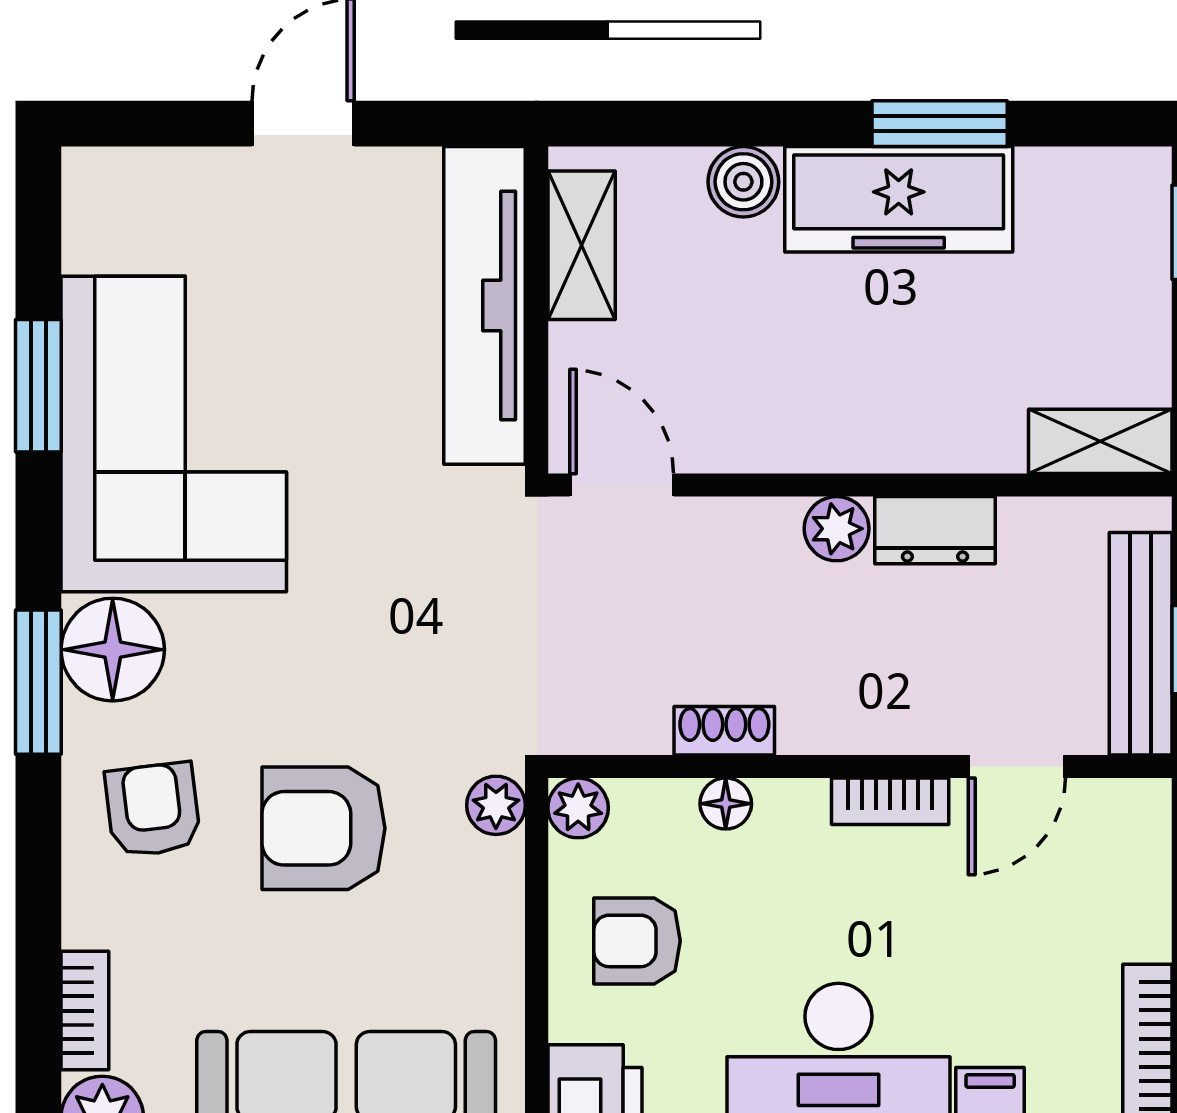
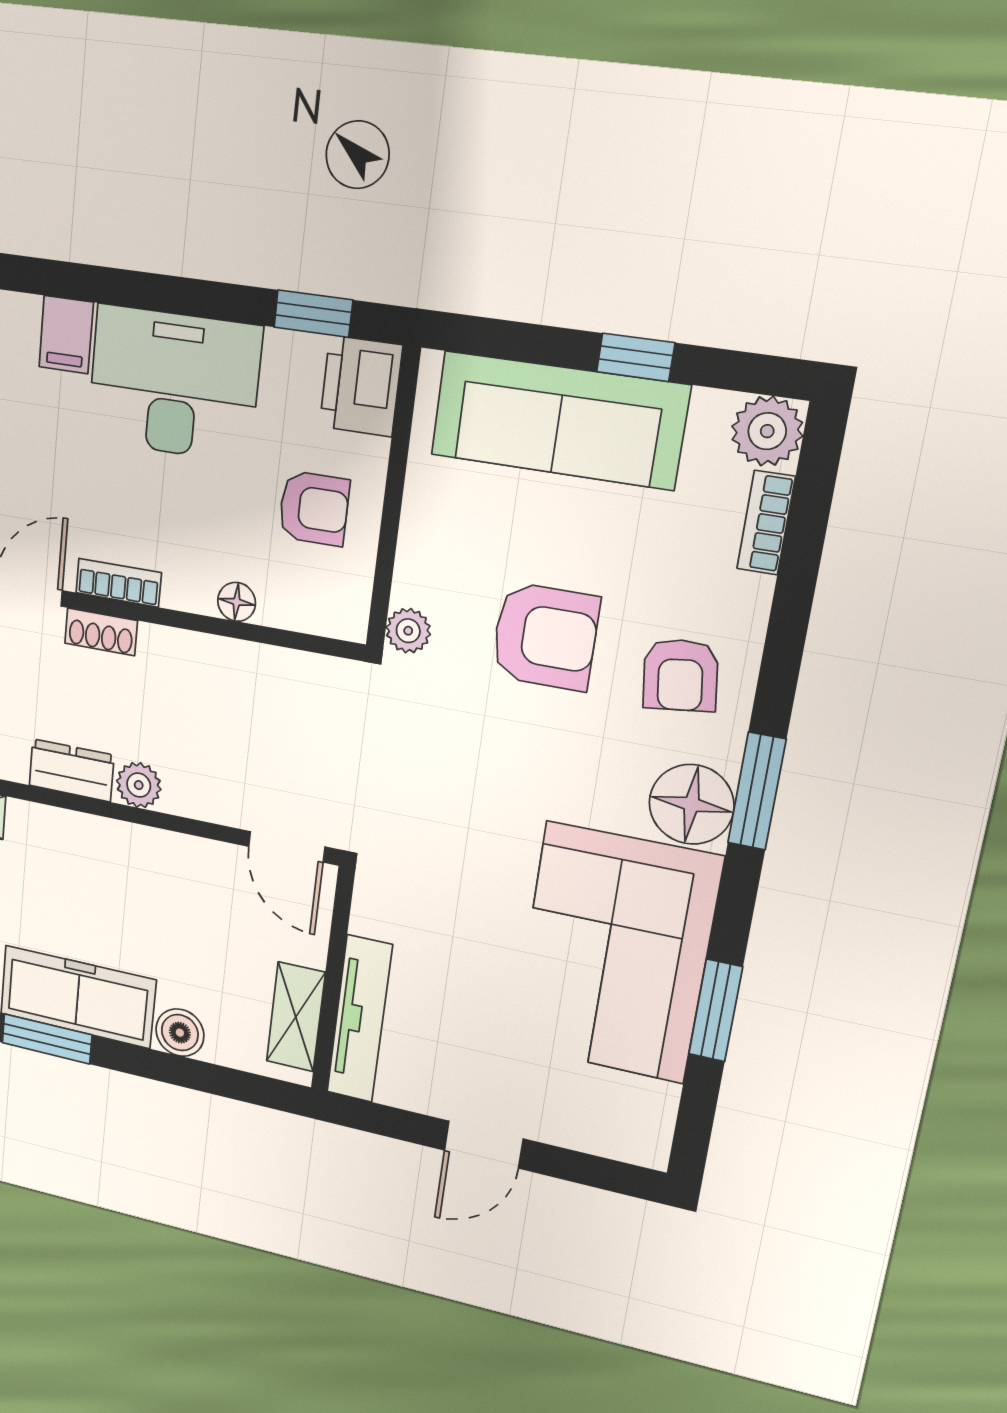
tv unit: (485, 305) -> (360, 1019), width x0.73, depth x0.78
shoe rack: (724, 731) -> (101, 632), moved
plant: (578, 808) -> (346, 618), removed

